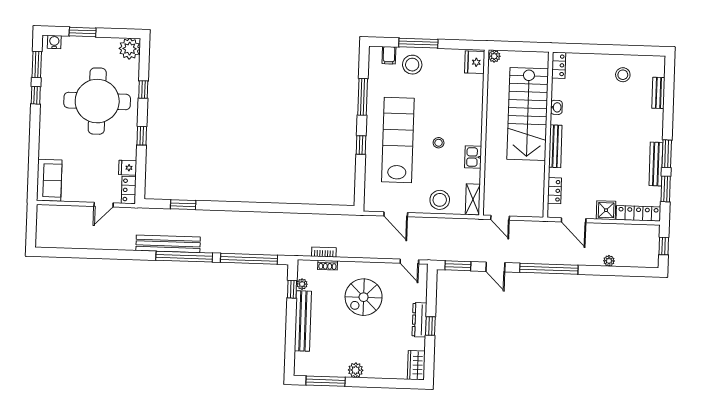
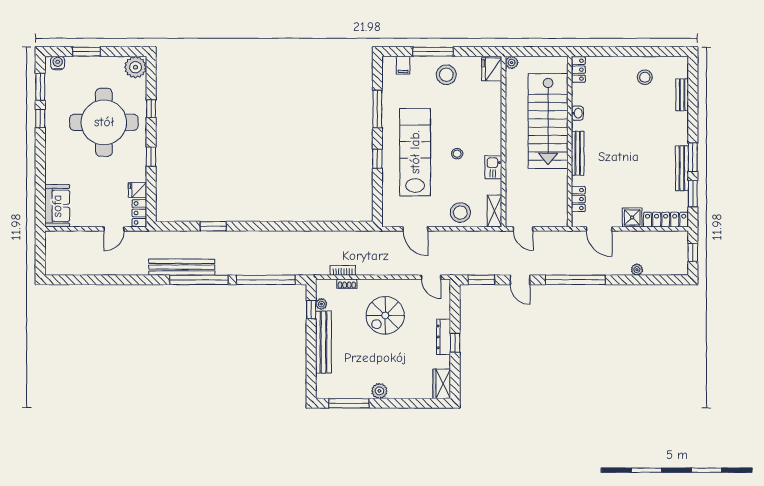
stool: (412, 65) -> (446, 75), moved
window: (183, 205) -> (213, 226), moved

